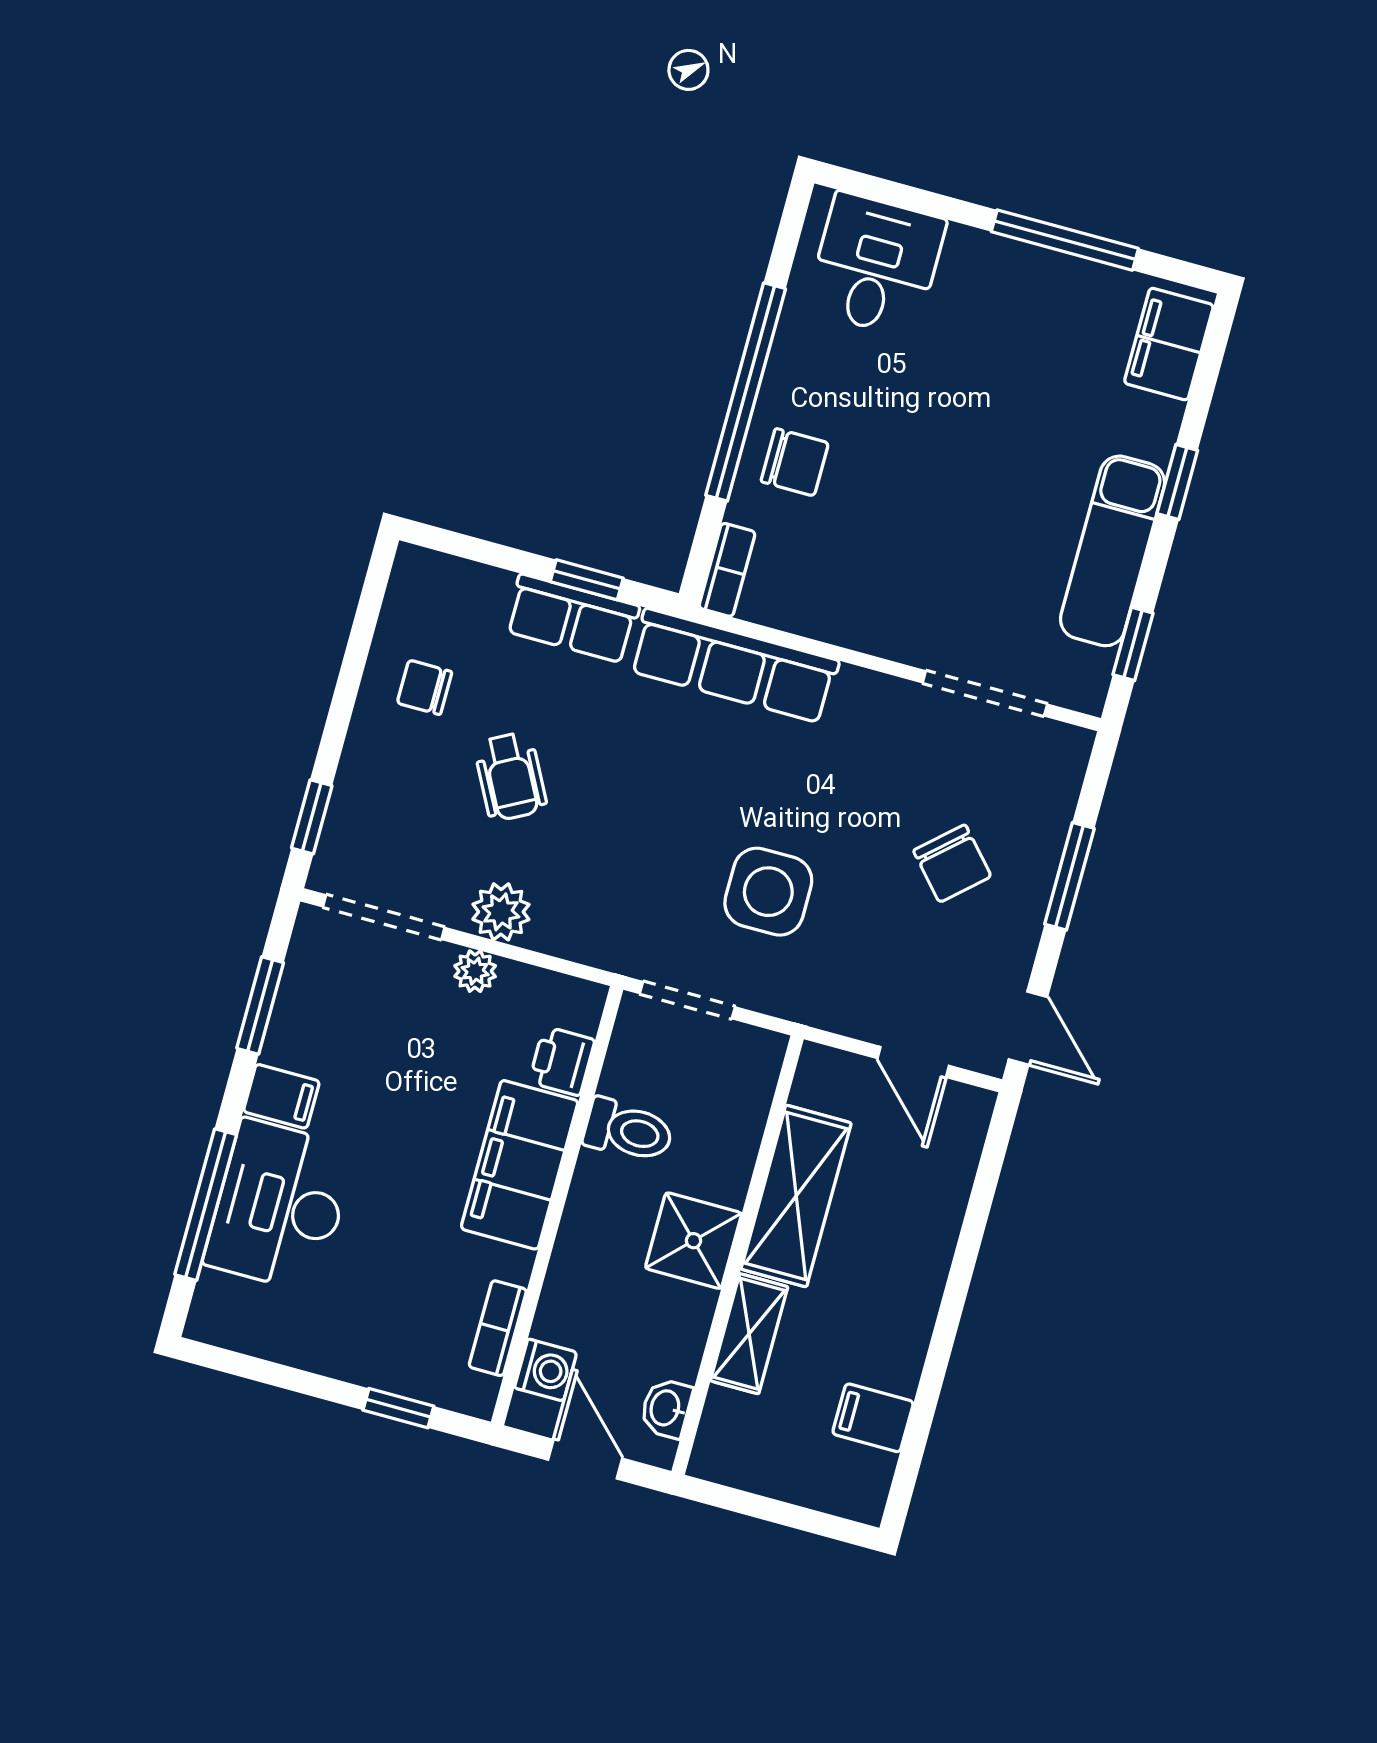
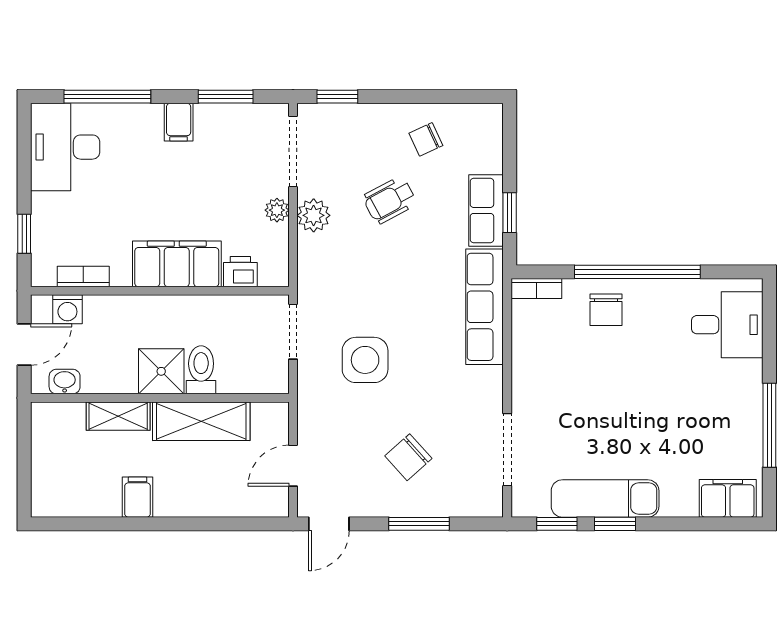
window: (1177, 482) -> (615, 524), moved
chair: (425, 687) -> (426, 139), turned -115
toilet: (628, 1131) -> (201, 370), moved, turned 180
desk: (280, 1206) -> (65, 147), moved, turned -90
filing cabinet: (873, 1418) -> (137, 497), moved

